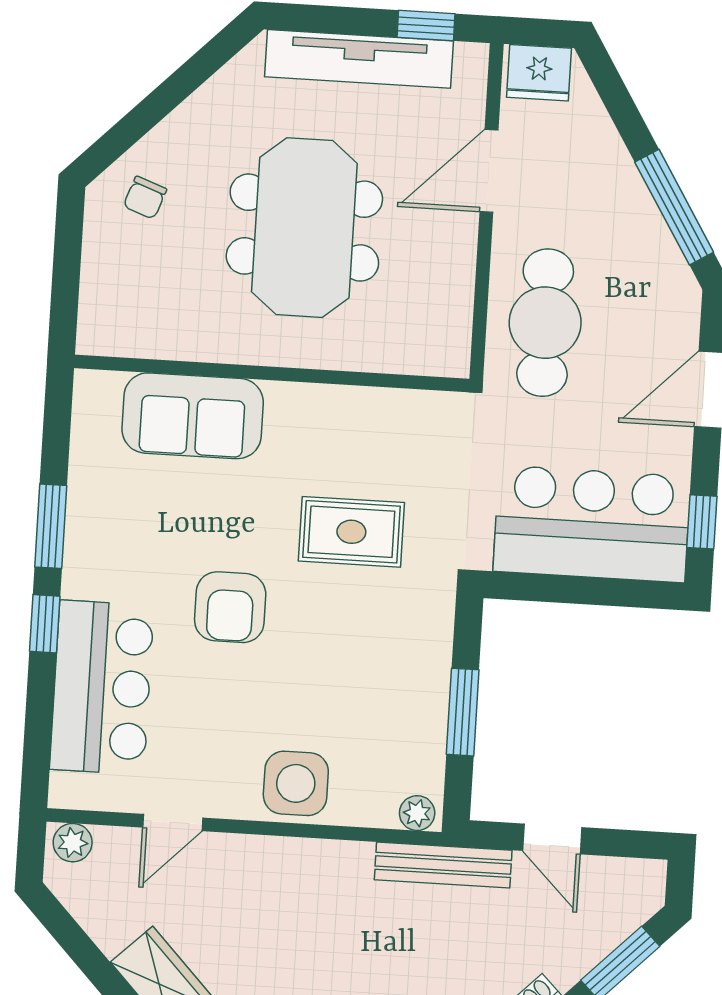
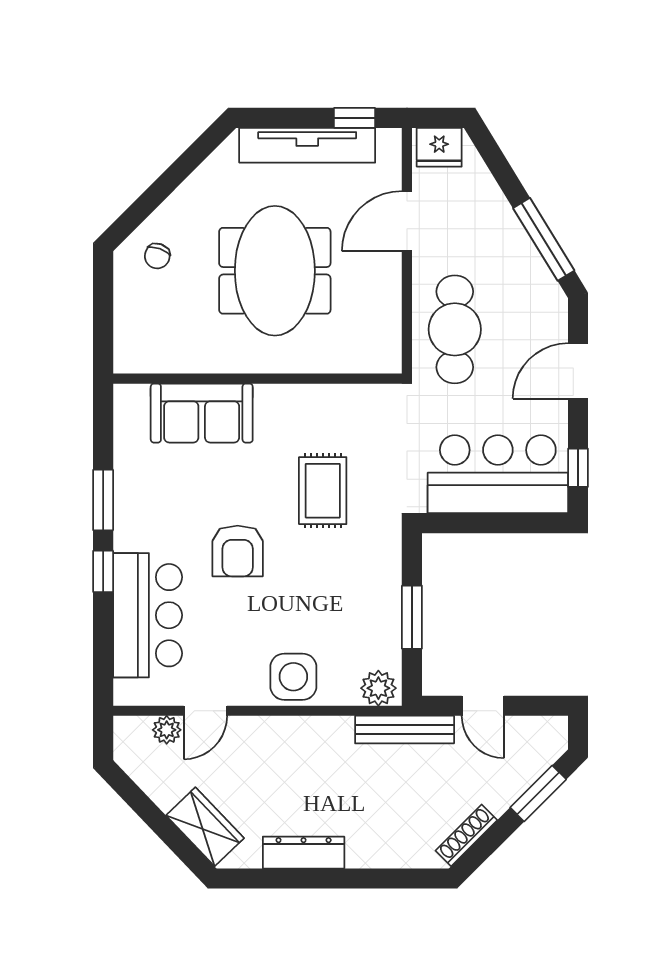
rug: (351, 532) -> (323, 491), turned 90
plant: (417, 813) -> (378, 688), width x1.38, depth x1.38
plant: (73, 843) -> (167, 730), moved

